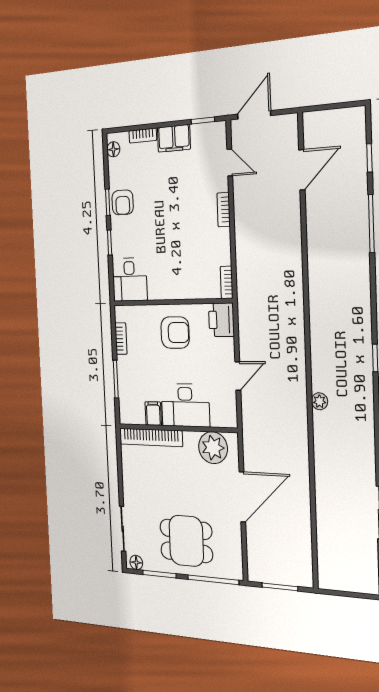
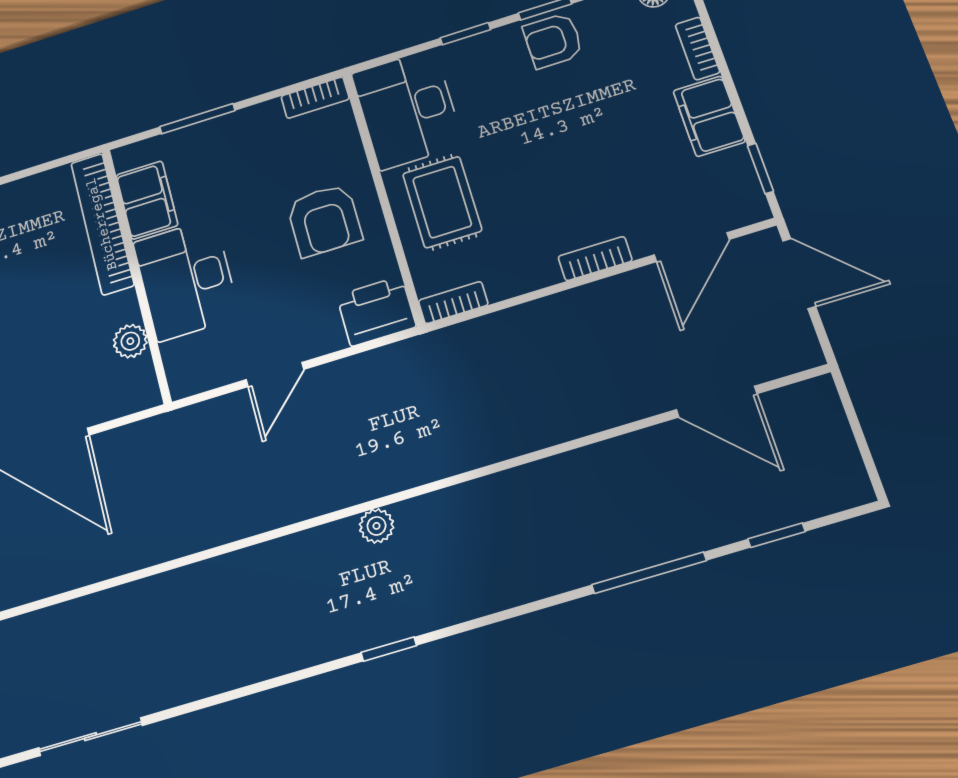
door: (230, 163) -> (692, 247), width x1.37
rug: (181, 275) -> (442, 202), added
desk: (130, 280) -> (407, 109), width x1.37
bookcase: (121, 339) -> (315, 98), moved
door: (238, 376) -> (275, 375), hinge flipped
plant: (320, 401) -> (377, 526), moved
filing cabinet: (153, 414) -> (147, 200), width x2.00
plant: (213, 448) -> (130, 341), width x0.53, depth x0.53

